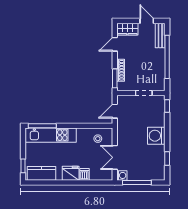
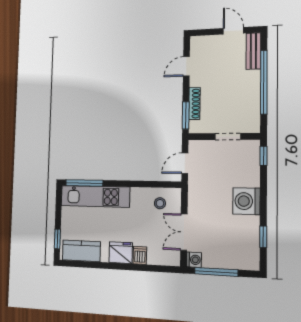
wardrobe: (127, 29) -> (205, 44), removed

